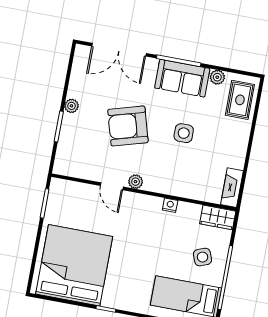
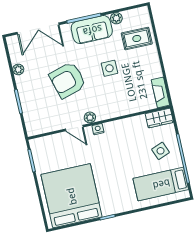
rug: (240, 100) -> (137, 38), moved, turned 90
plant: (71, 106) -> (18, 69), moved
nightstand: (170, 205) -> (98, 129), moved

